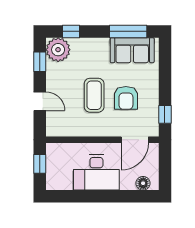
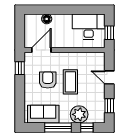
window: (128, 31) -> (58, 127), moved
plant: (58, 50) -> (79, 114), moved
desk: (96, 172) -> (89, 27), moved
floor lamp: (143, 183) -> (47, 19), moved

